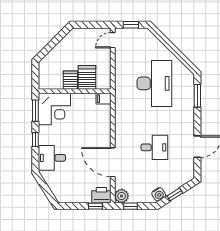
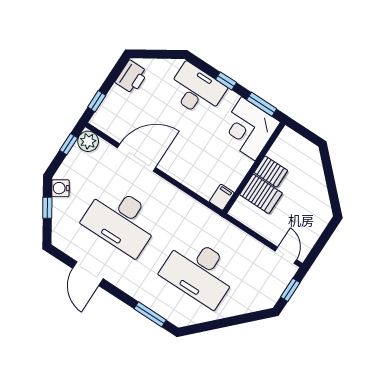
desk: (154, 147) -> (121, 220), width x1.87, depth x1.30
desk: (52, 158) -> (196, 90), width x1.37
printer: (101, 195) -> (132, 77), moved

